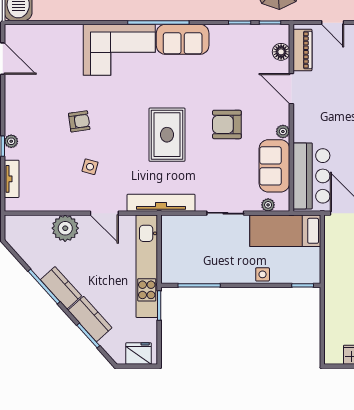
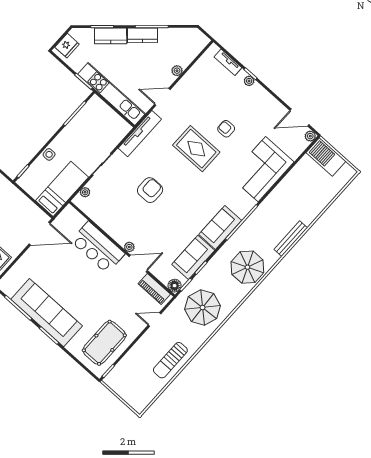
plant: (12, 31) -> (310, 136), added
corner sofa: (119, 50) -> (262, 169), moved
floor lamp: (281, 52) -> (175, 286), moved
armchair: (79, 121) -> (226, 129), turned 98
armchair: (227, 124) -> (150, 190), moved
plant: (283, 131) -> (129, 247), moved
rug: (167, 135) -> (196, 149), moved
sofa: (274, 166) -> (193, 257), moved, turned -90
side table: (90, 167) -> (195, 112), removed
bar counter: (311, 176) -> (98, 247), moved
plant: (65, 228) -> (177, 71), width x0.53, depth x0.53

